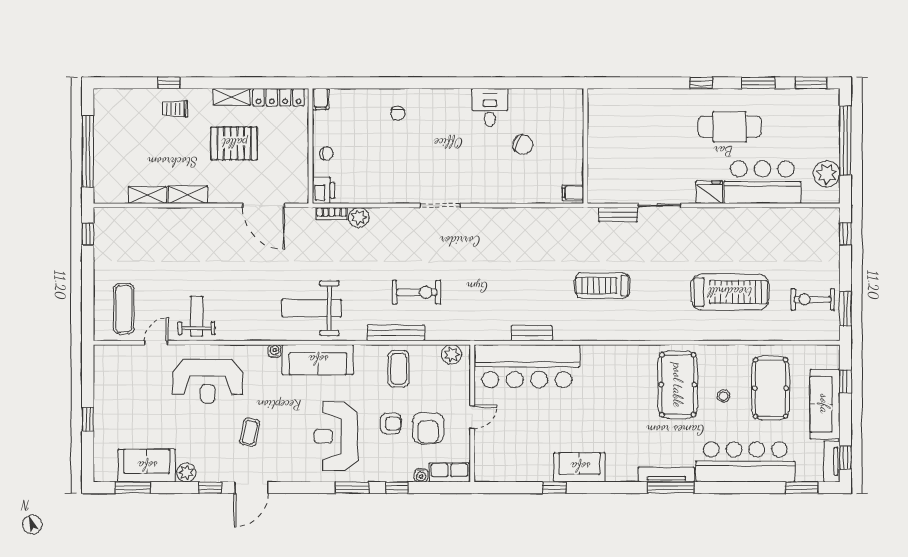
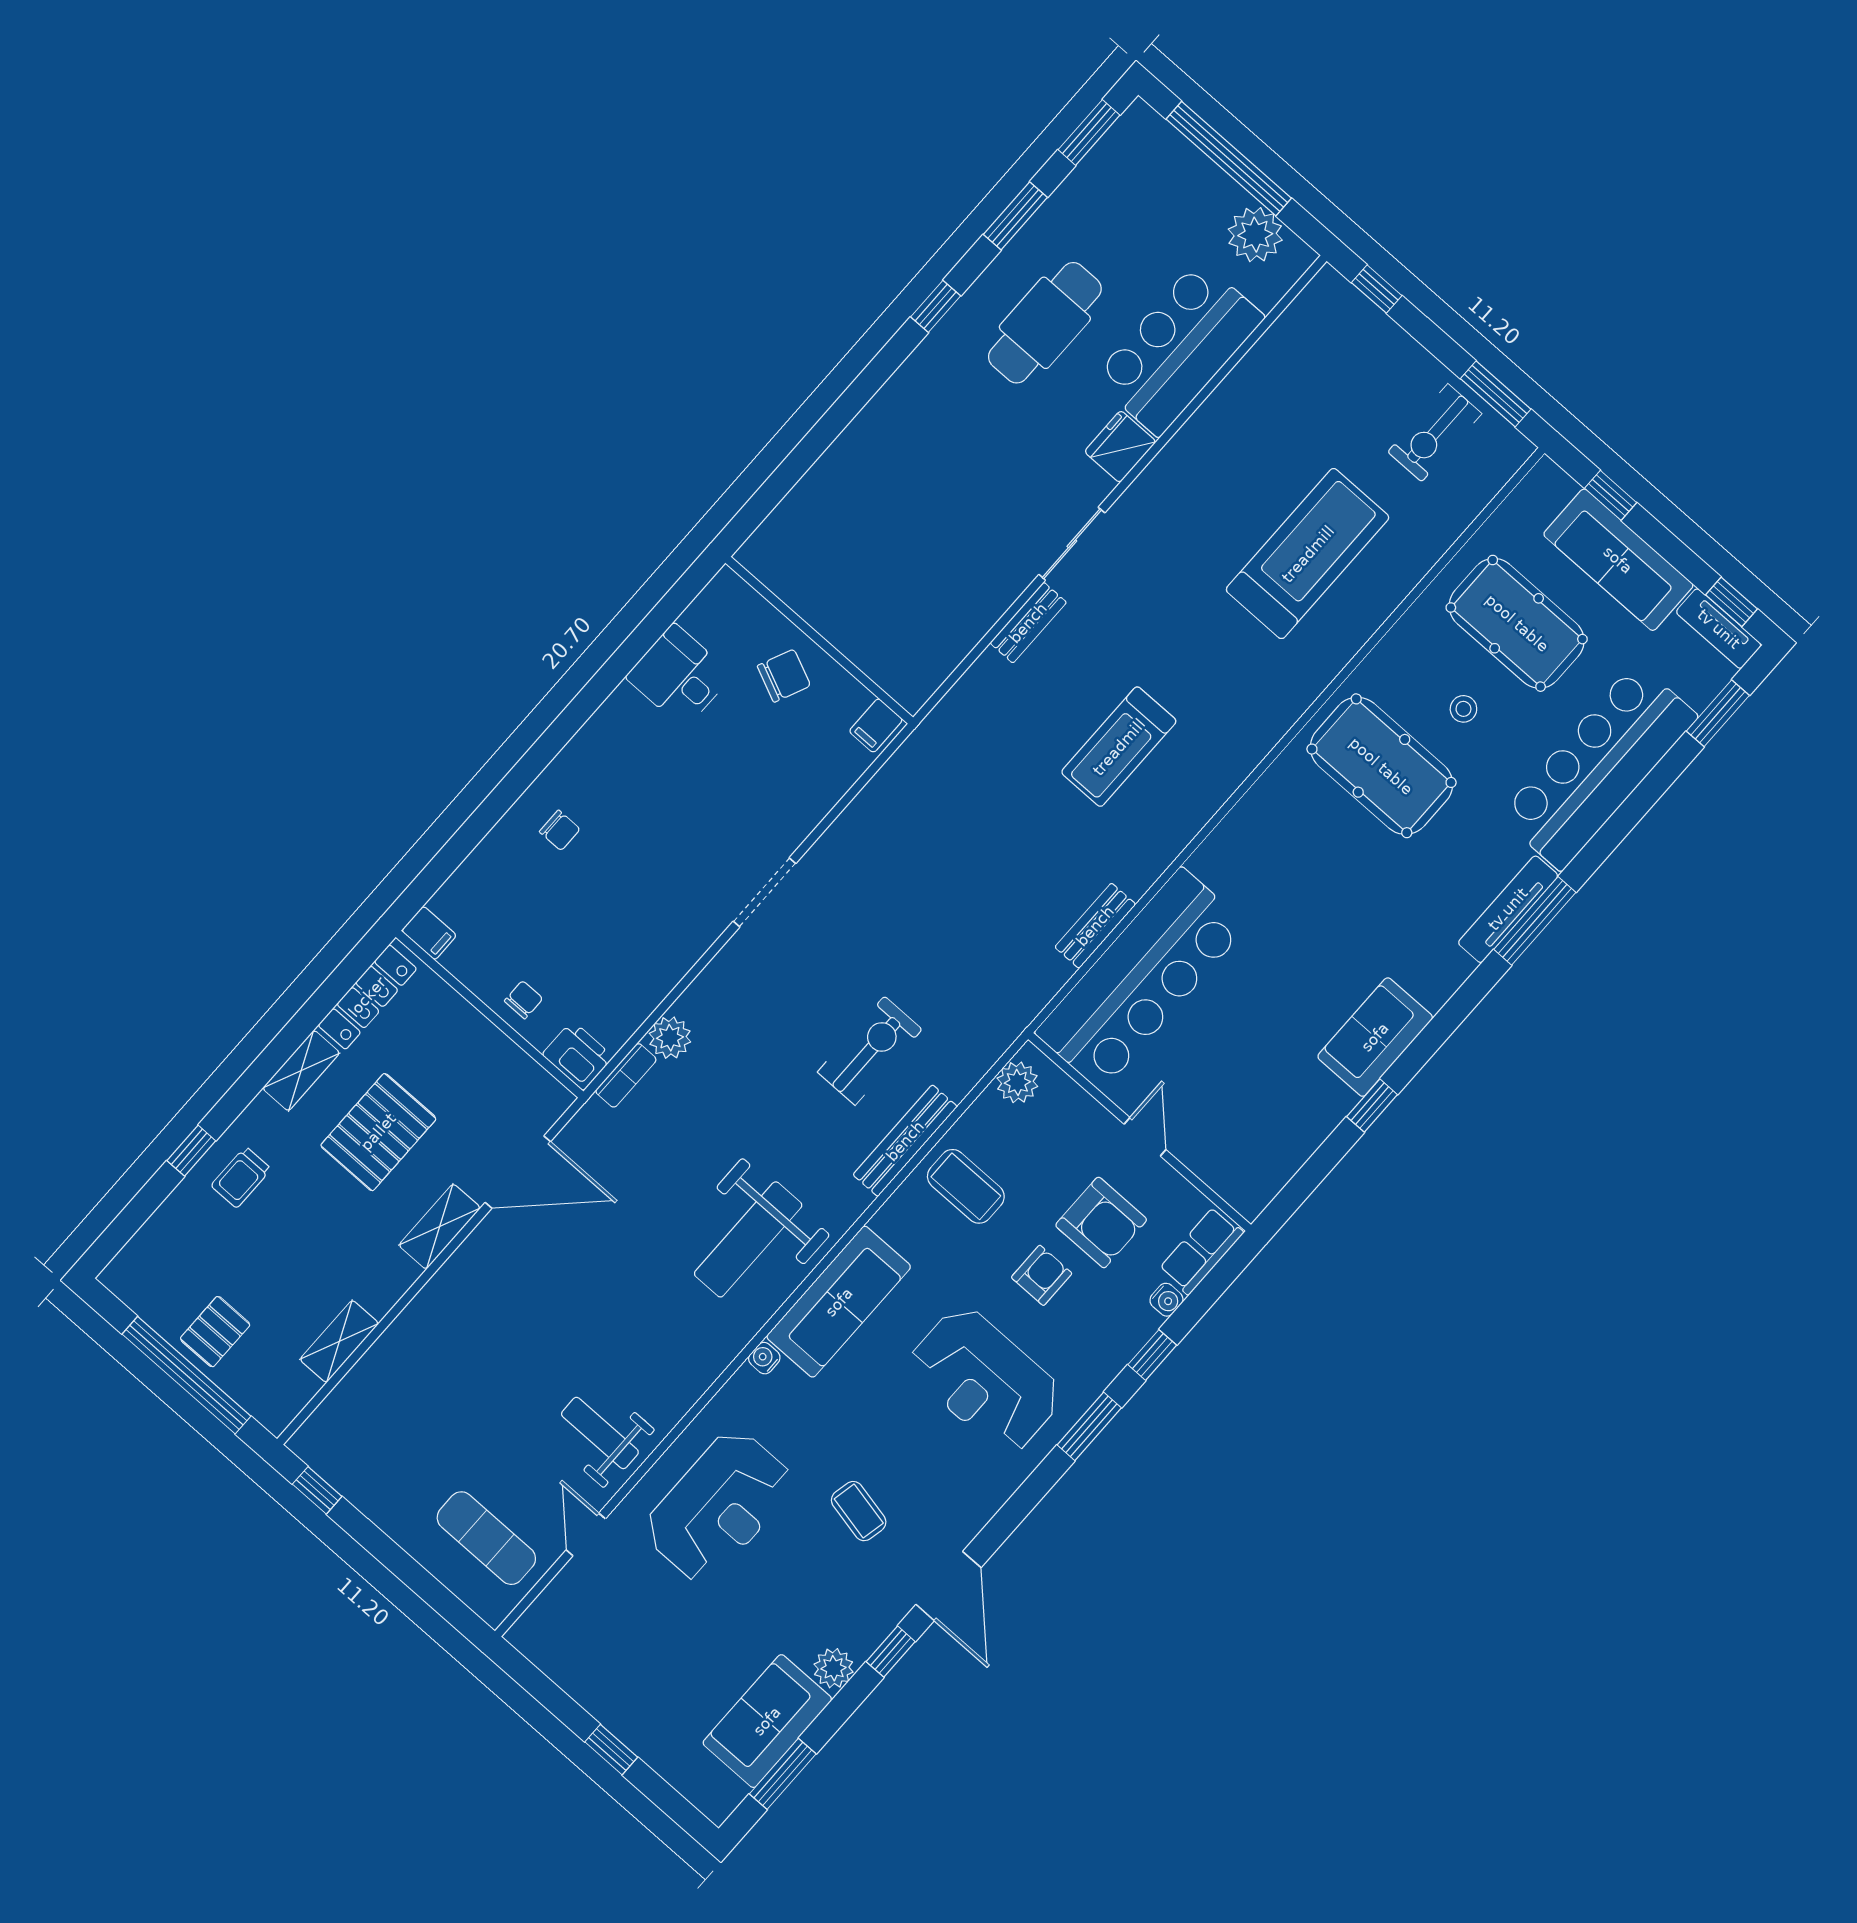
wall: (585, 146) -> (819, 640), moved
pallet: (112, 148) -> (215, 1332), added
filing cabinet: (573, 193) -> (876, 725), moved
shelving: (188, 195) -> (440, 1227), moved

